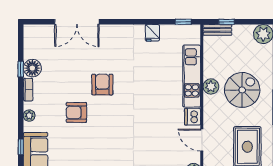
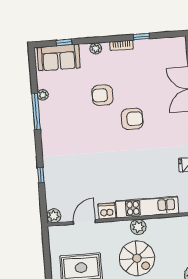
floor lamp: (32, 68) -> (143, 48), removed
armchair: (76, 112) -> (102, 95), turned -90

